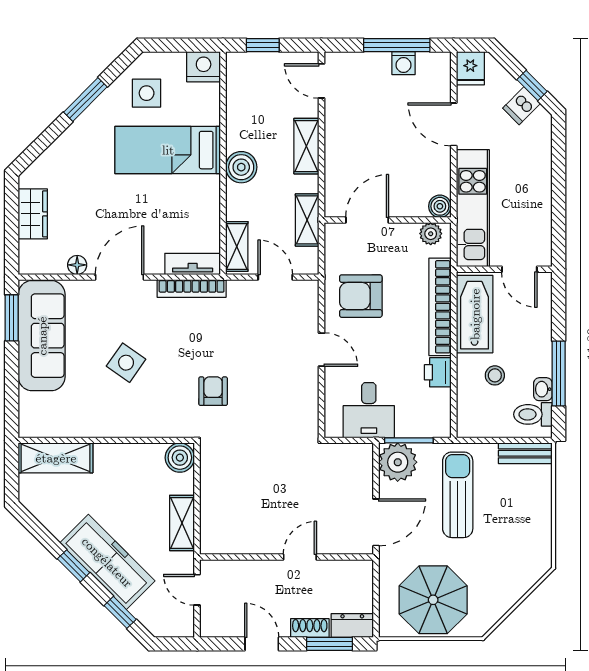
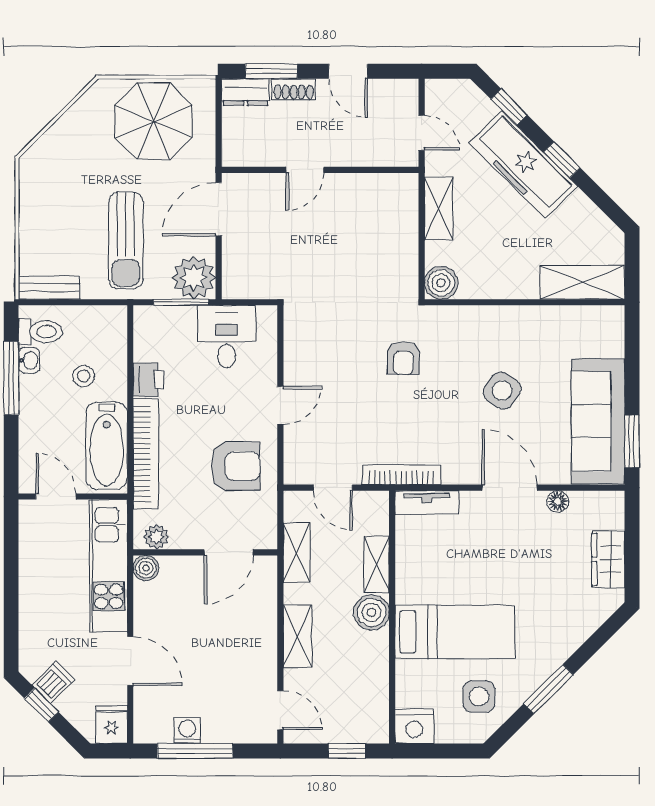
shelving: (237, 246) -> (377, 564), moved
door: (120, 277) -> (510, 488), swing flipped
bookcase: (192, 289) -> (401, 475), moved
door: (321, 350) -> (280, 405), swing flipped

